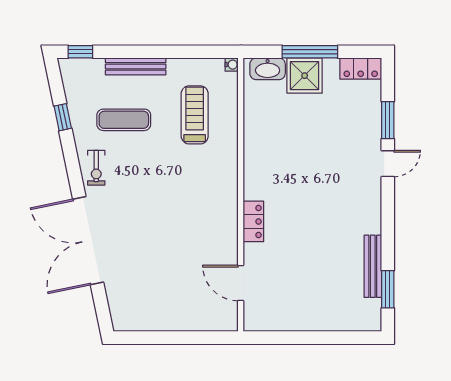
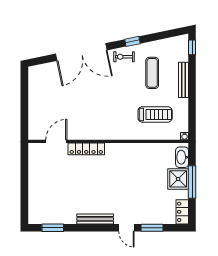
window: (63, 117) -> (132, 41), moved
locker: (253, 221) -> (86, 149), width x1.53
double door: (88, 241) -> (81, 52), swing flipped
bench: (373, 266) -> (95, 219), moved

